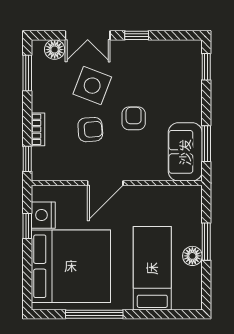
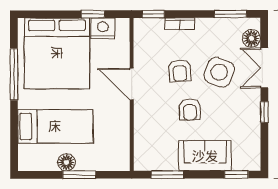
armchair: (134, 118) -> (190, 109), turned 90
sofa: (185, 152) -> (205, 156), moved

